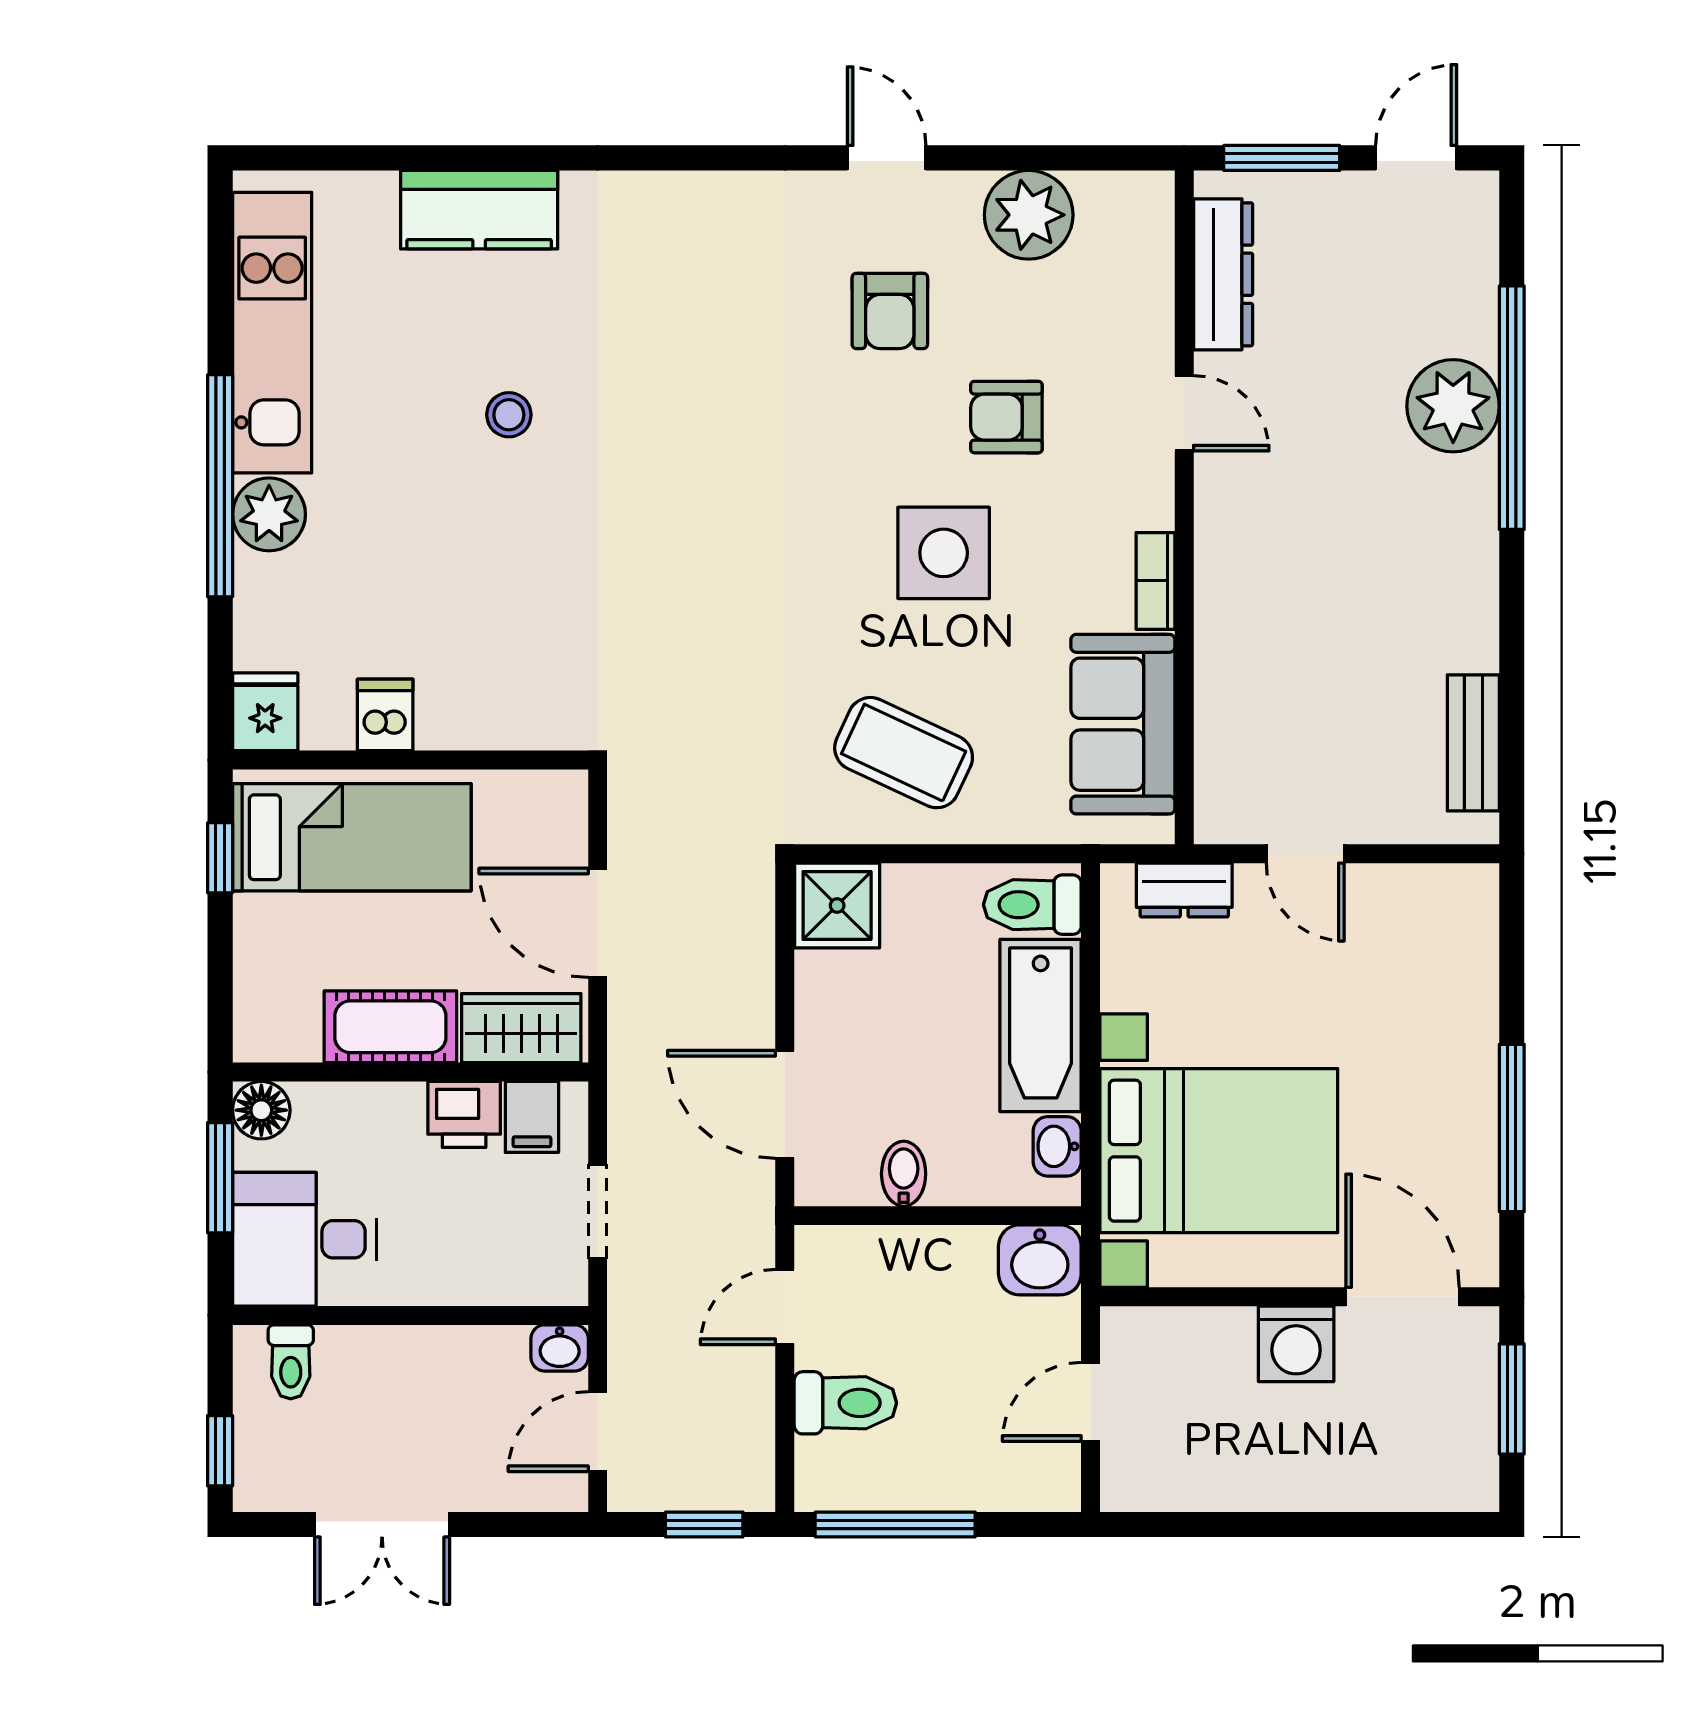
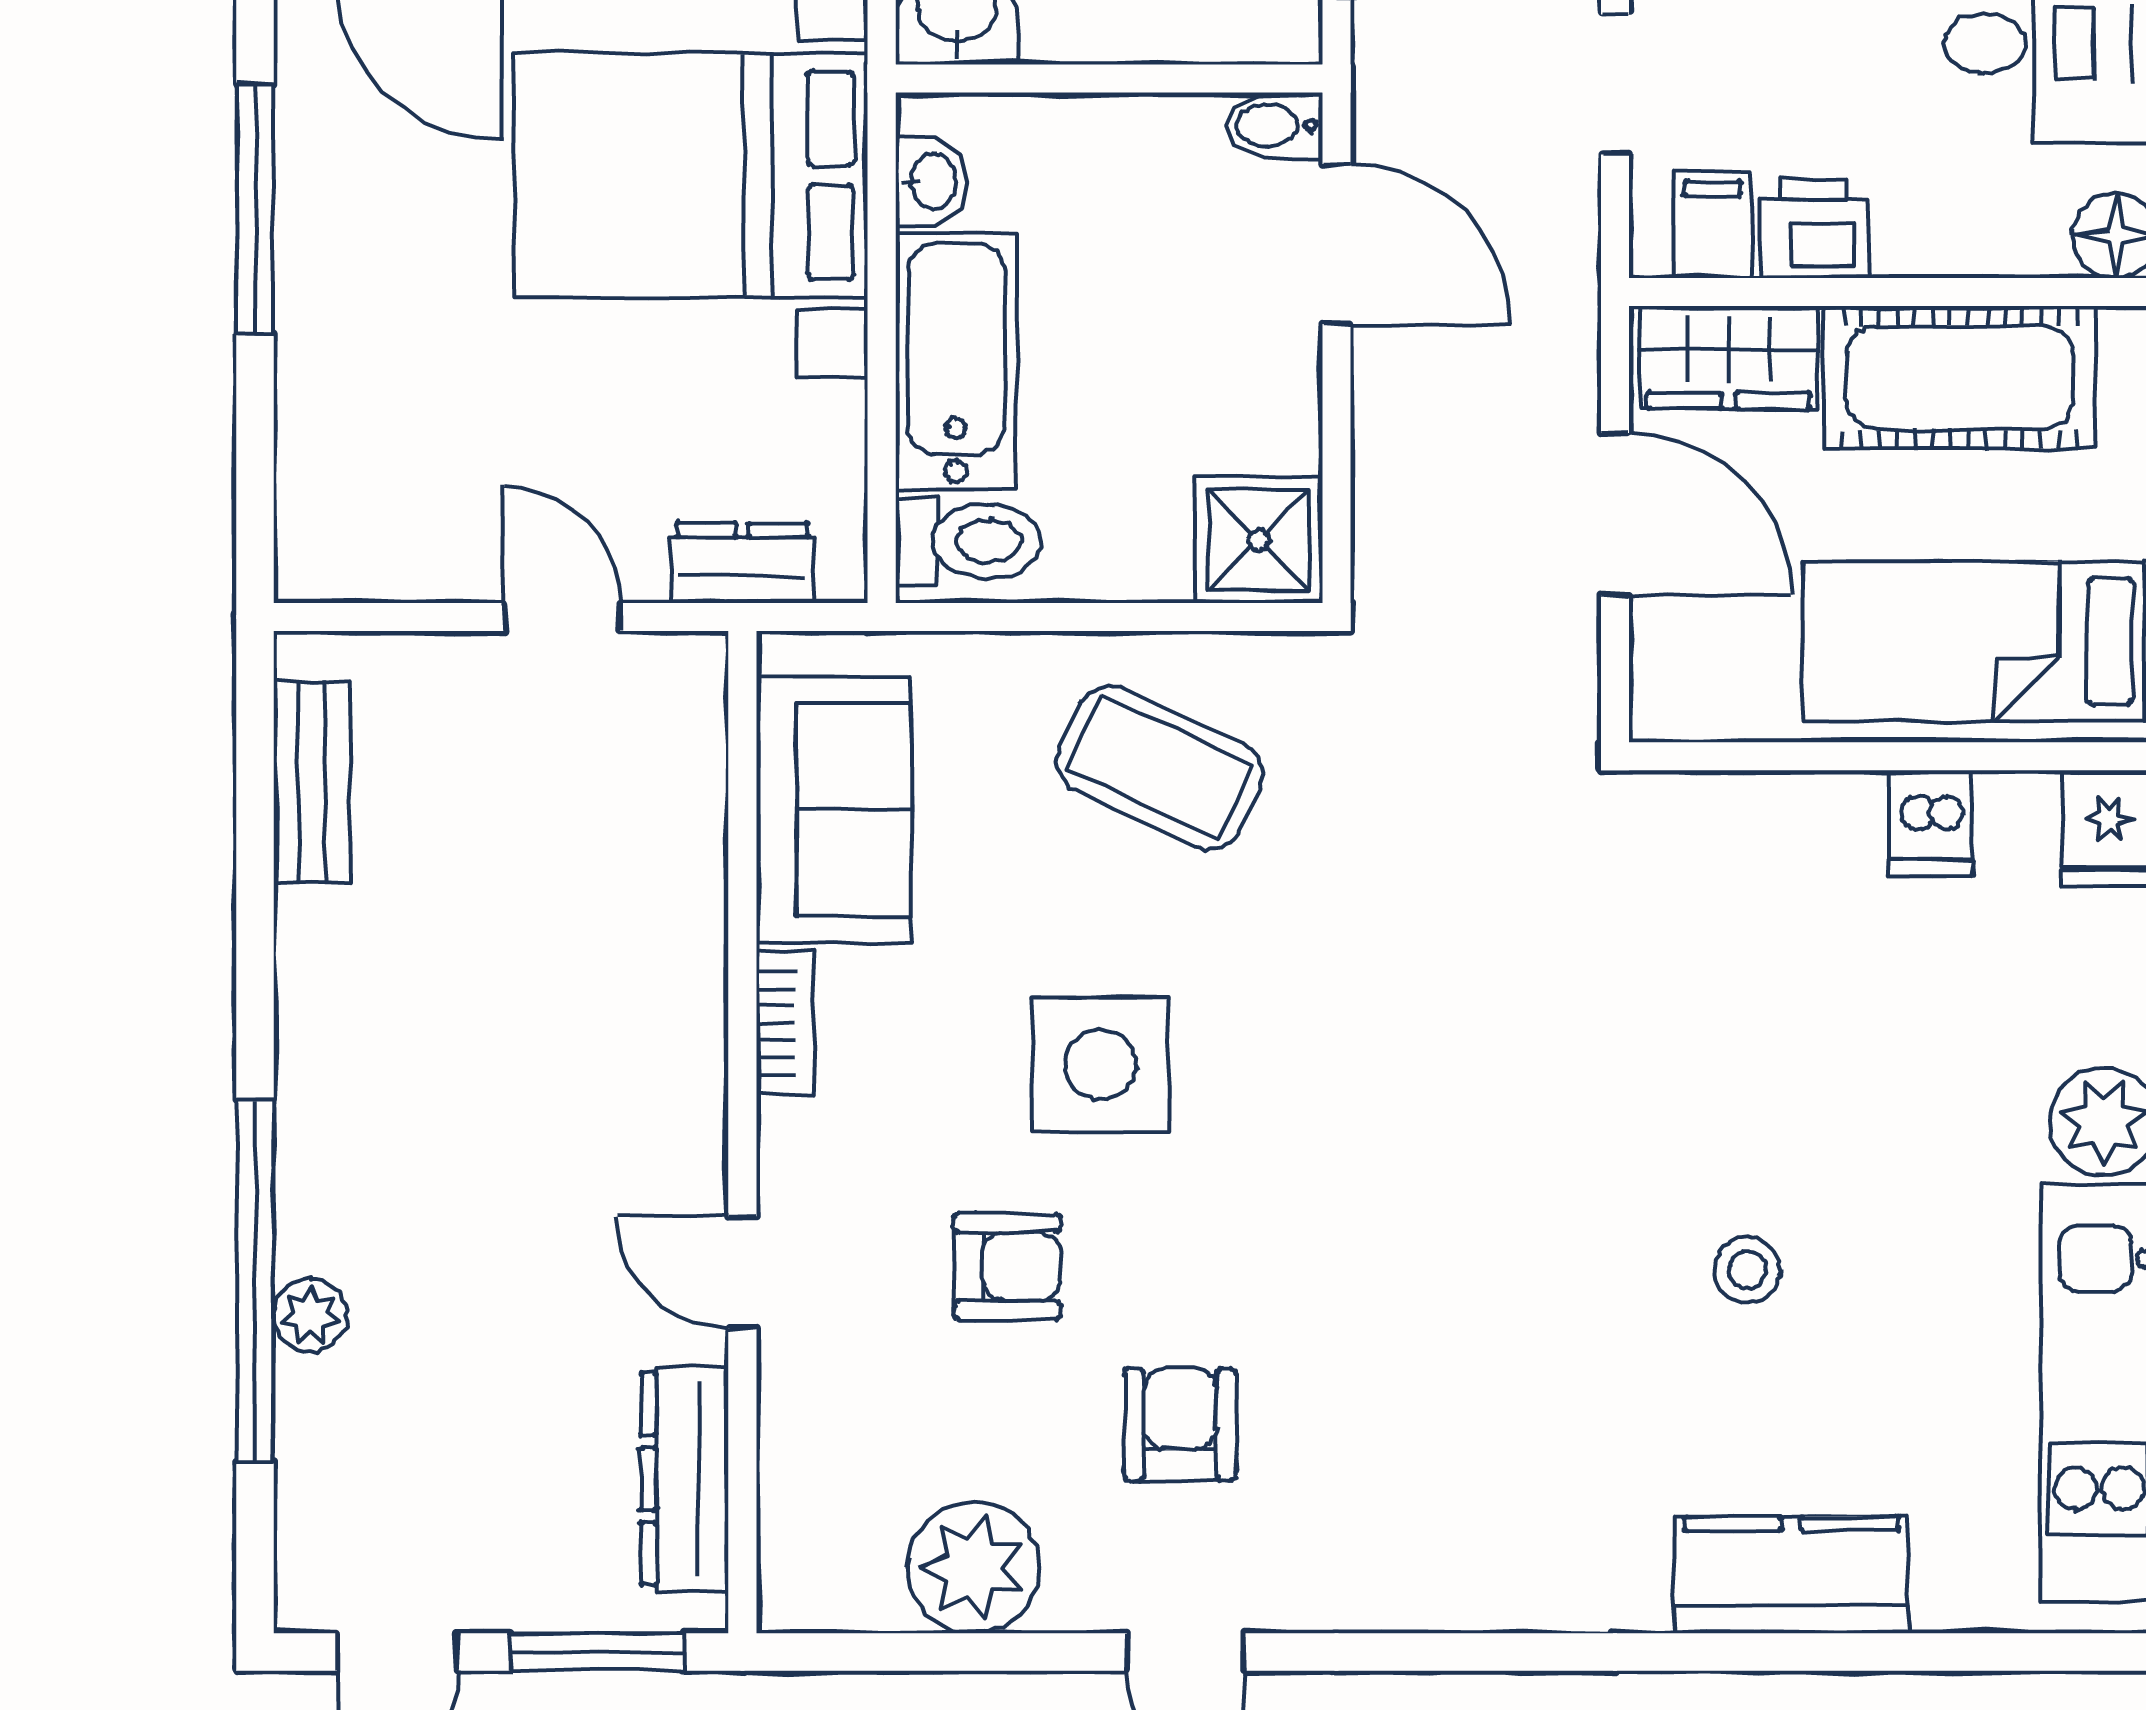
plant: (1453, 406) -> (310, 1315), width x0.53, depth x0.53
cot: (390, 1027) -> (1960, 378), width x1.37, depth x1.34
bidet: (904, 1174) -> (1274, 125), moved, turned 90

